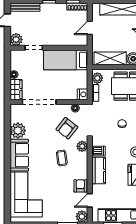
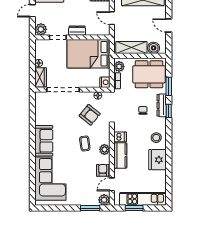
door: (90, 28) -> (112, 18), hinge flipped
dresser: (54, 41) -> (77, 31), added
bed: (66, 60) -> (88, 54), width x1.50
armchair: (67, 128) -> (90, 115), turned -89
plant: (18, 131) -> (42, 117), removed
plant: (82, 146) -> (104, 149), moved

